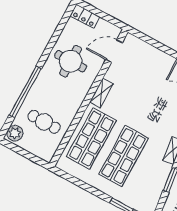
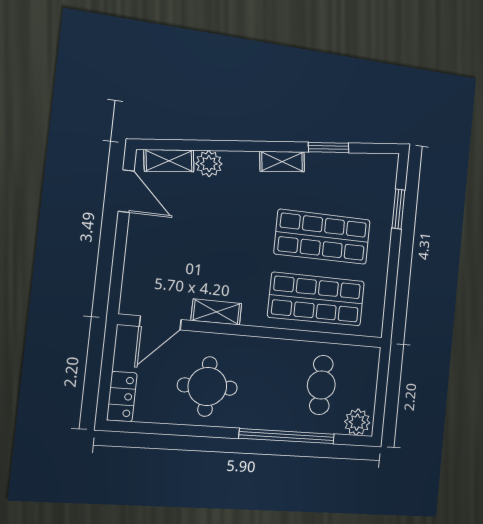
door: (114, 51) -> (160, 323), hinge flipped
shelving: (101, 93) -> (216, 312), moved

